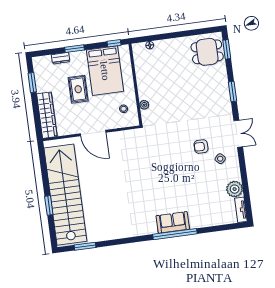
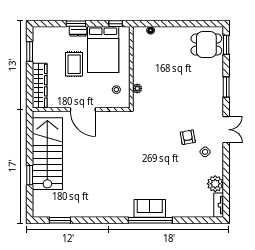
dresser: (61, 58) -> (78, 31), moved
armchair: (201, 147) -> (188, 137), turned 80
stairs: (65, 195) -> (47, 154), width x0.73

